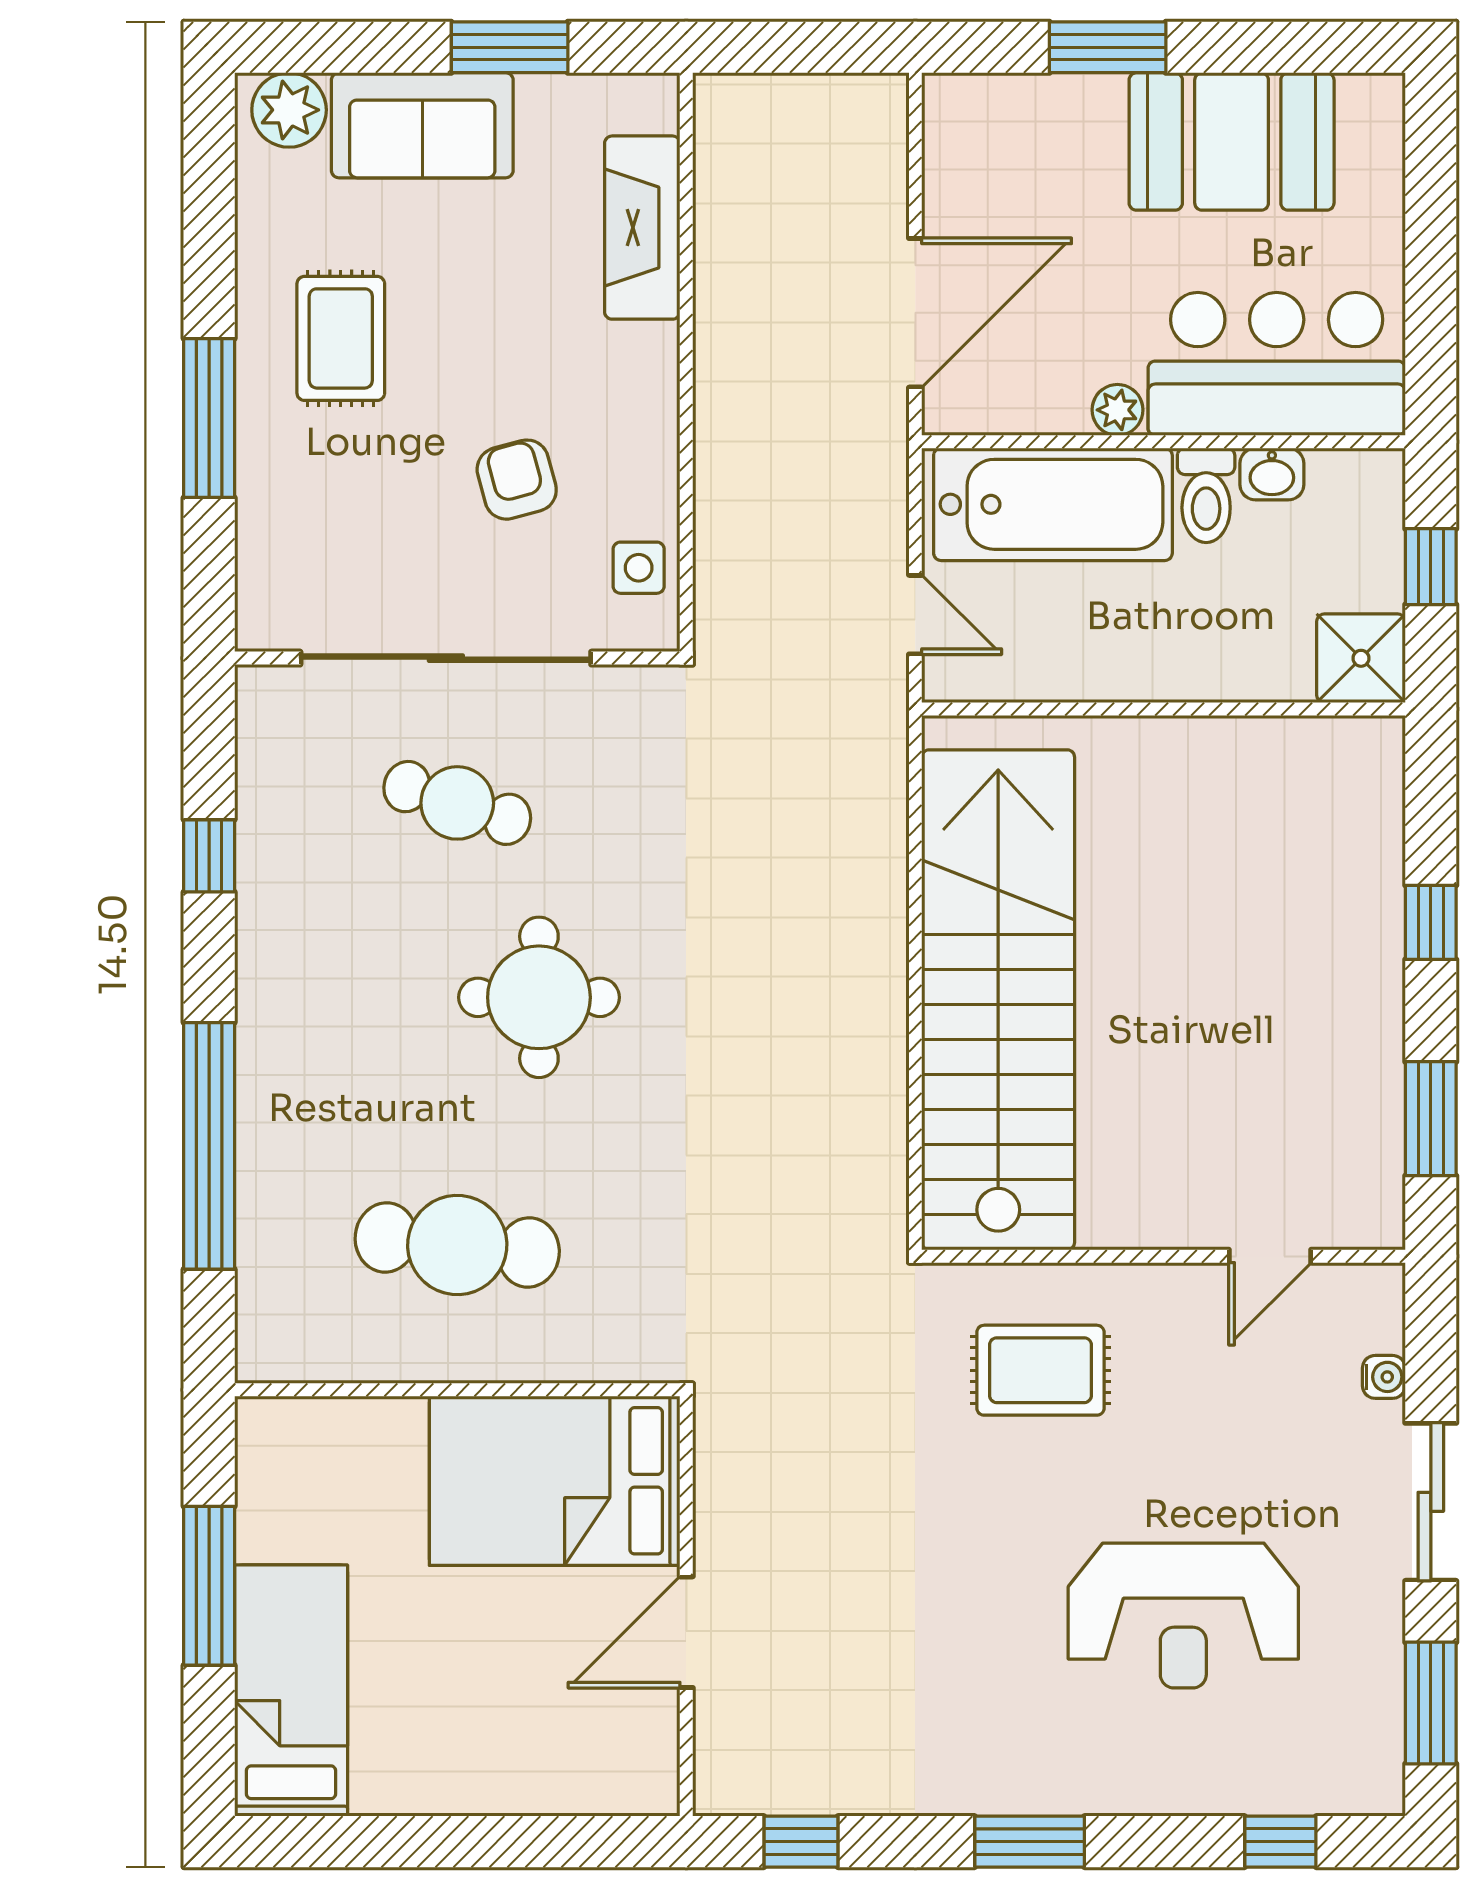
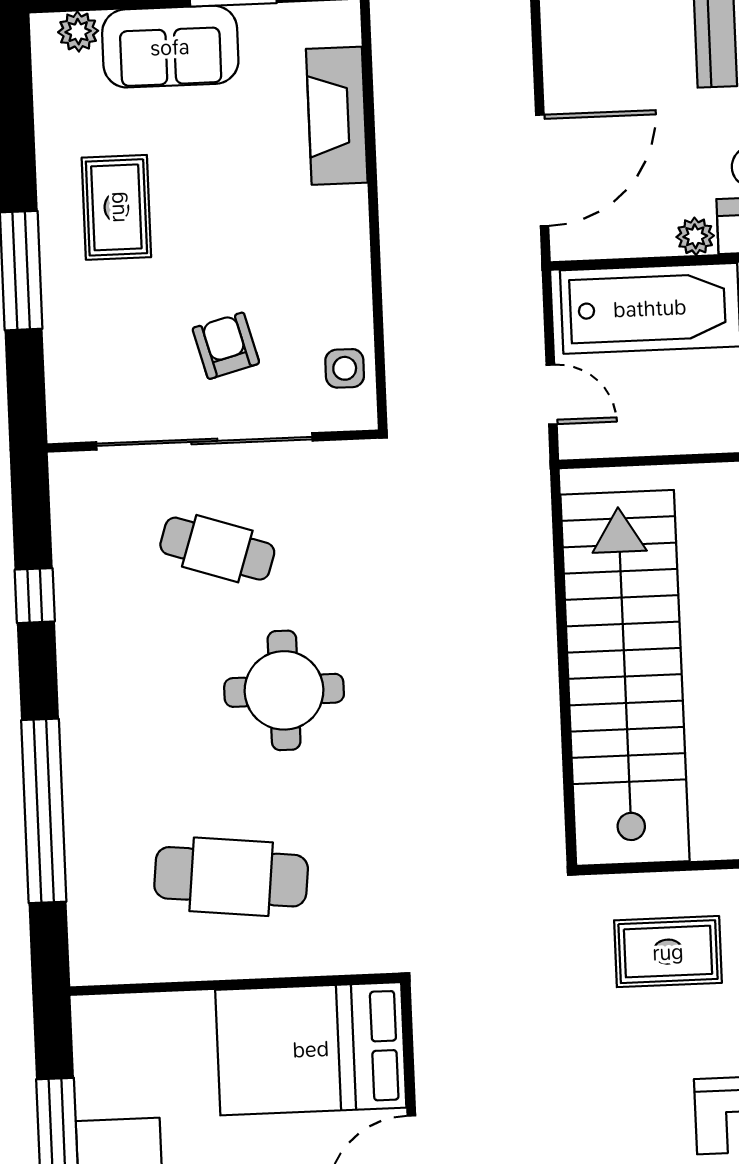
plant: (289, 110) -> (78, 32), width x0.73, depth x0.73
armchair: (517, 480) -> (226, 346), moved

